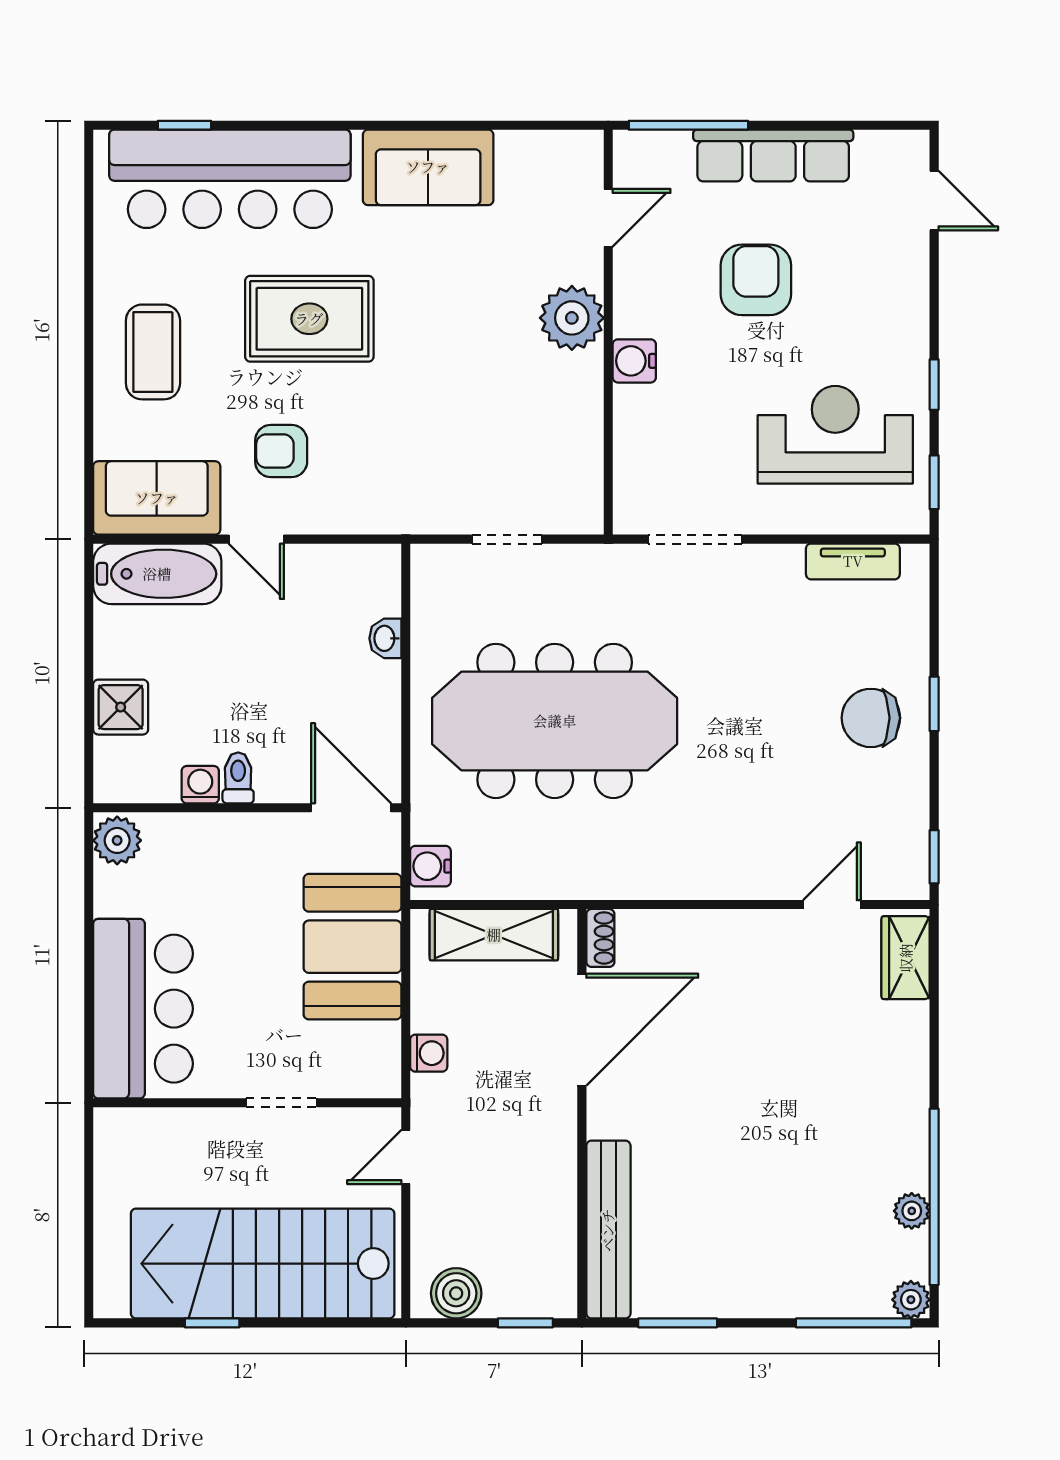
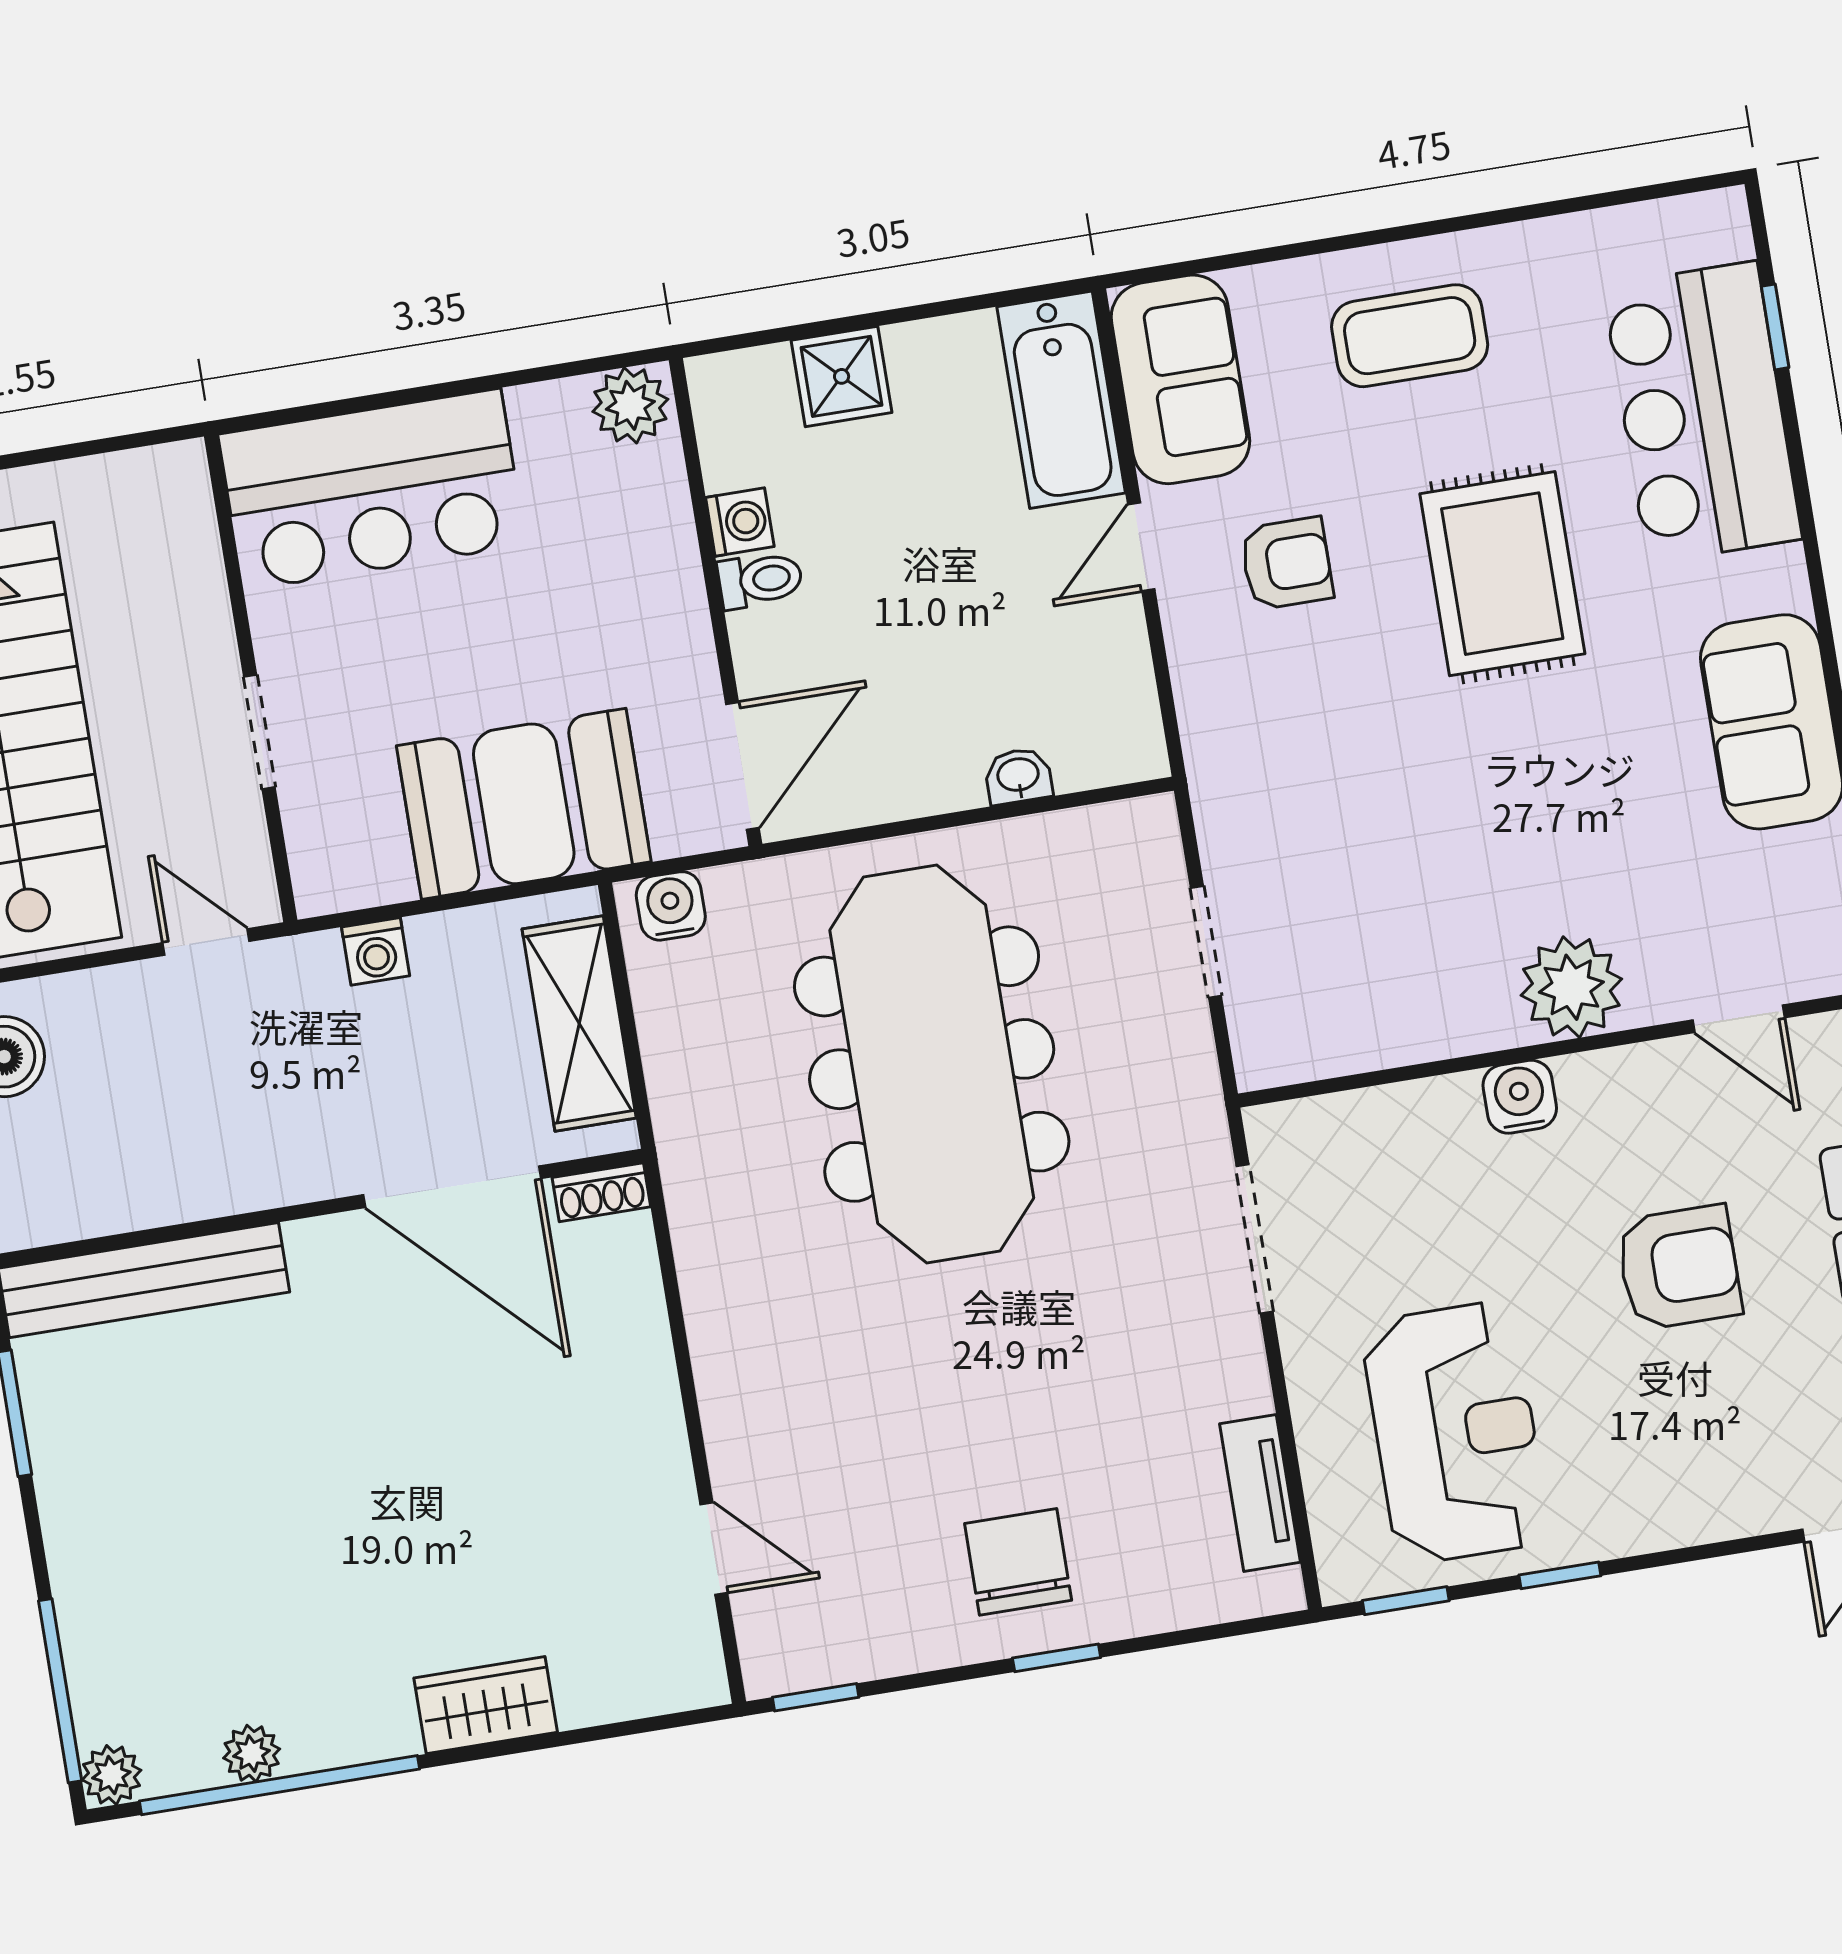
bar counter: (230, 179) -> (1702, 412), width x0.73
armchair: (281, 451) -> (1287, 563), turned 90
wardrobe: (906, 958) -> (486, 1705), moved

